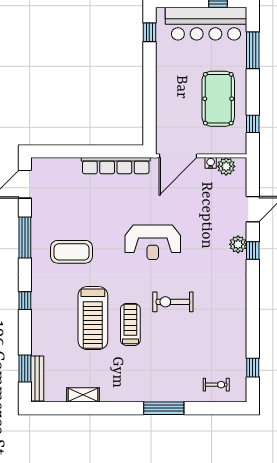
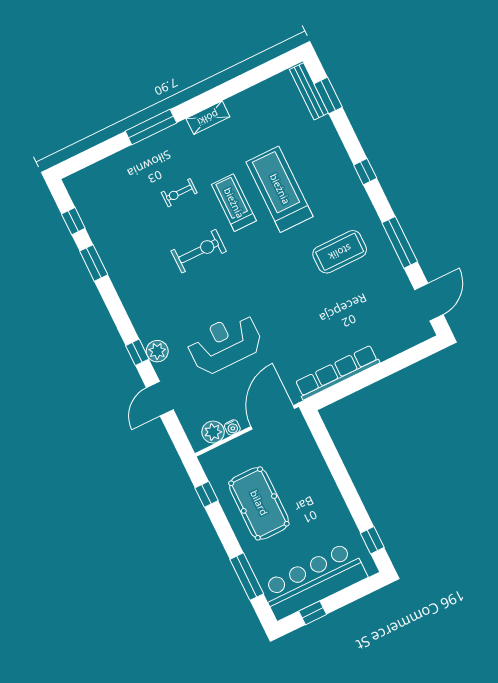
reception desk: (153, 242) -> (225, 343), moved
treadmill: (130, 325) -> (234, 203), turned 180
window: (253, 330) -> (94, 263), added
exercise bike: (216, 385) -> (179, 193), moved
shelving: (83, 395) -> (208, 118), moved

